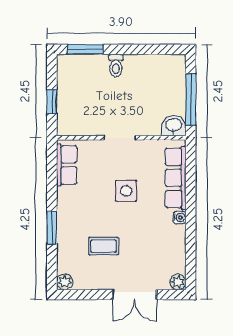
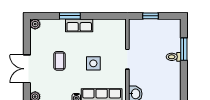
window: (85, 49) -> (184, 49), moved
row of seats: (67, 165) -> (79, 25), moved
coffee table: (104, 246) -> (59, 61), moved

